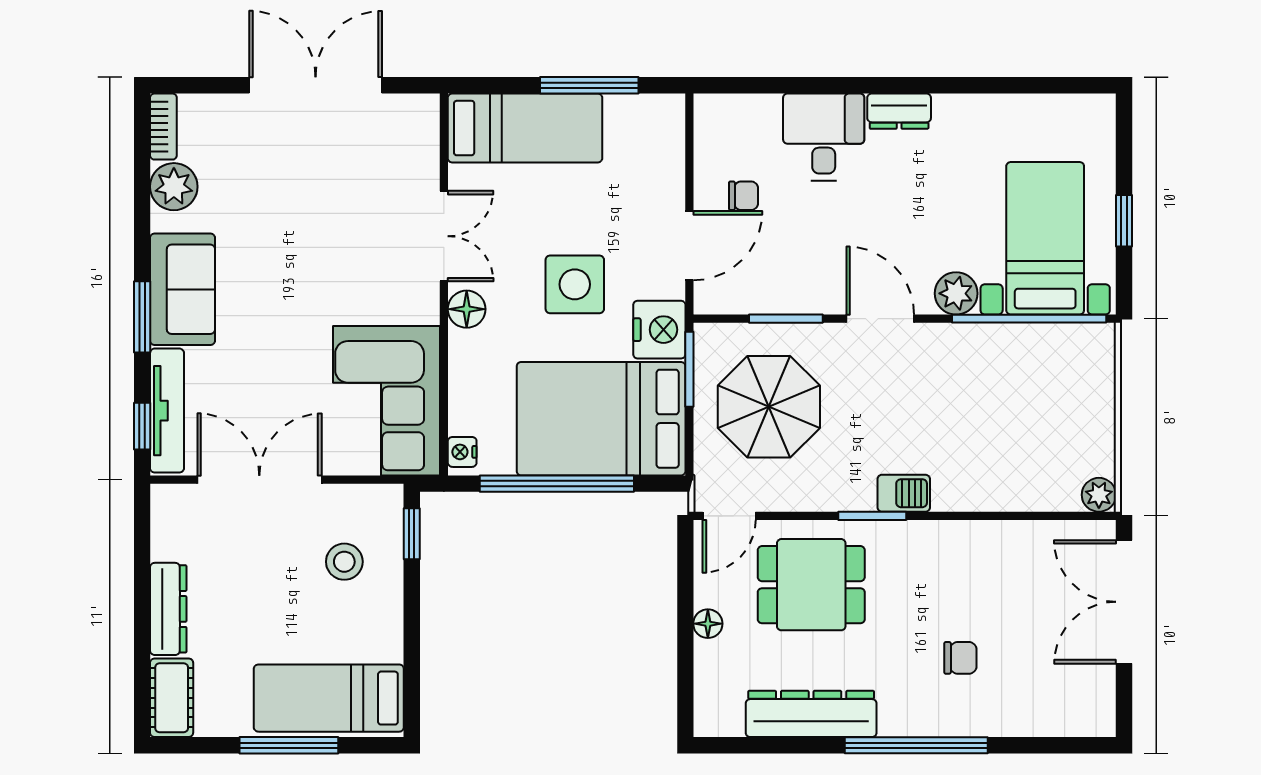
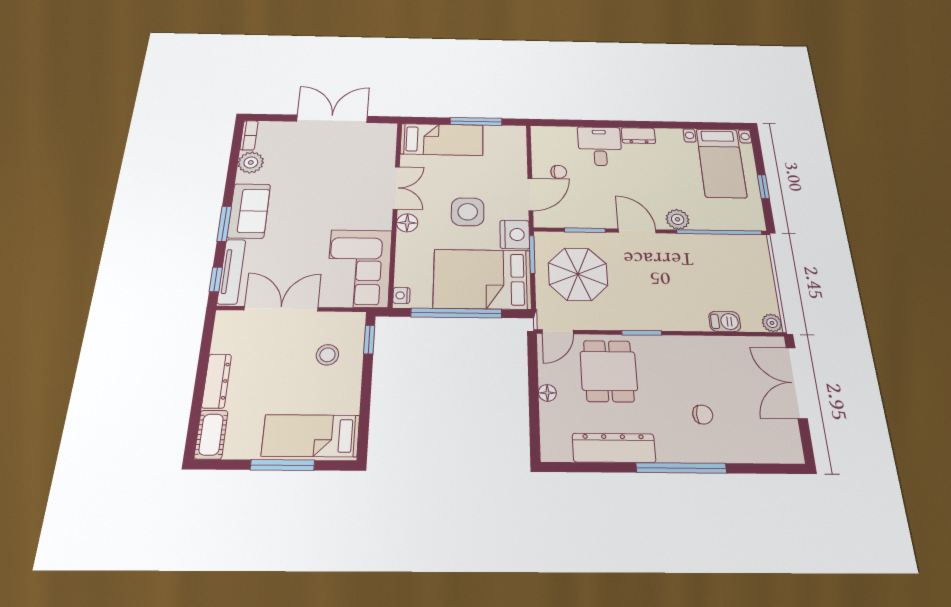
bed with nightstands: (1045, 238) -> (721, 163), moved, turned 180
barbecue: (904, 493) -> (725, 321), moved
dining table: (811, 585) -> (609, 371), turned 90

